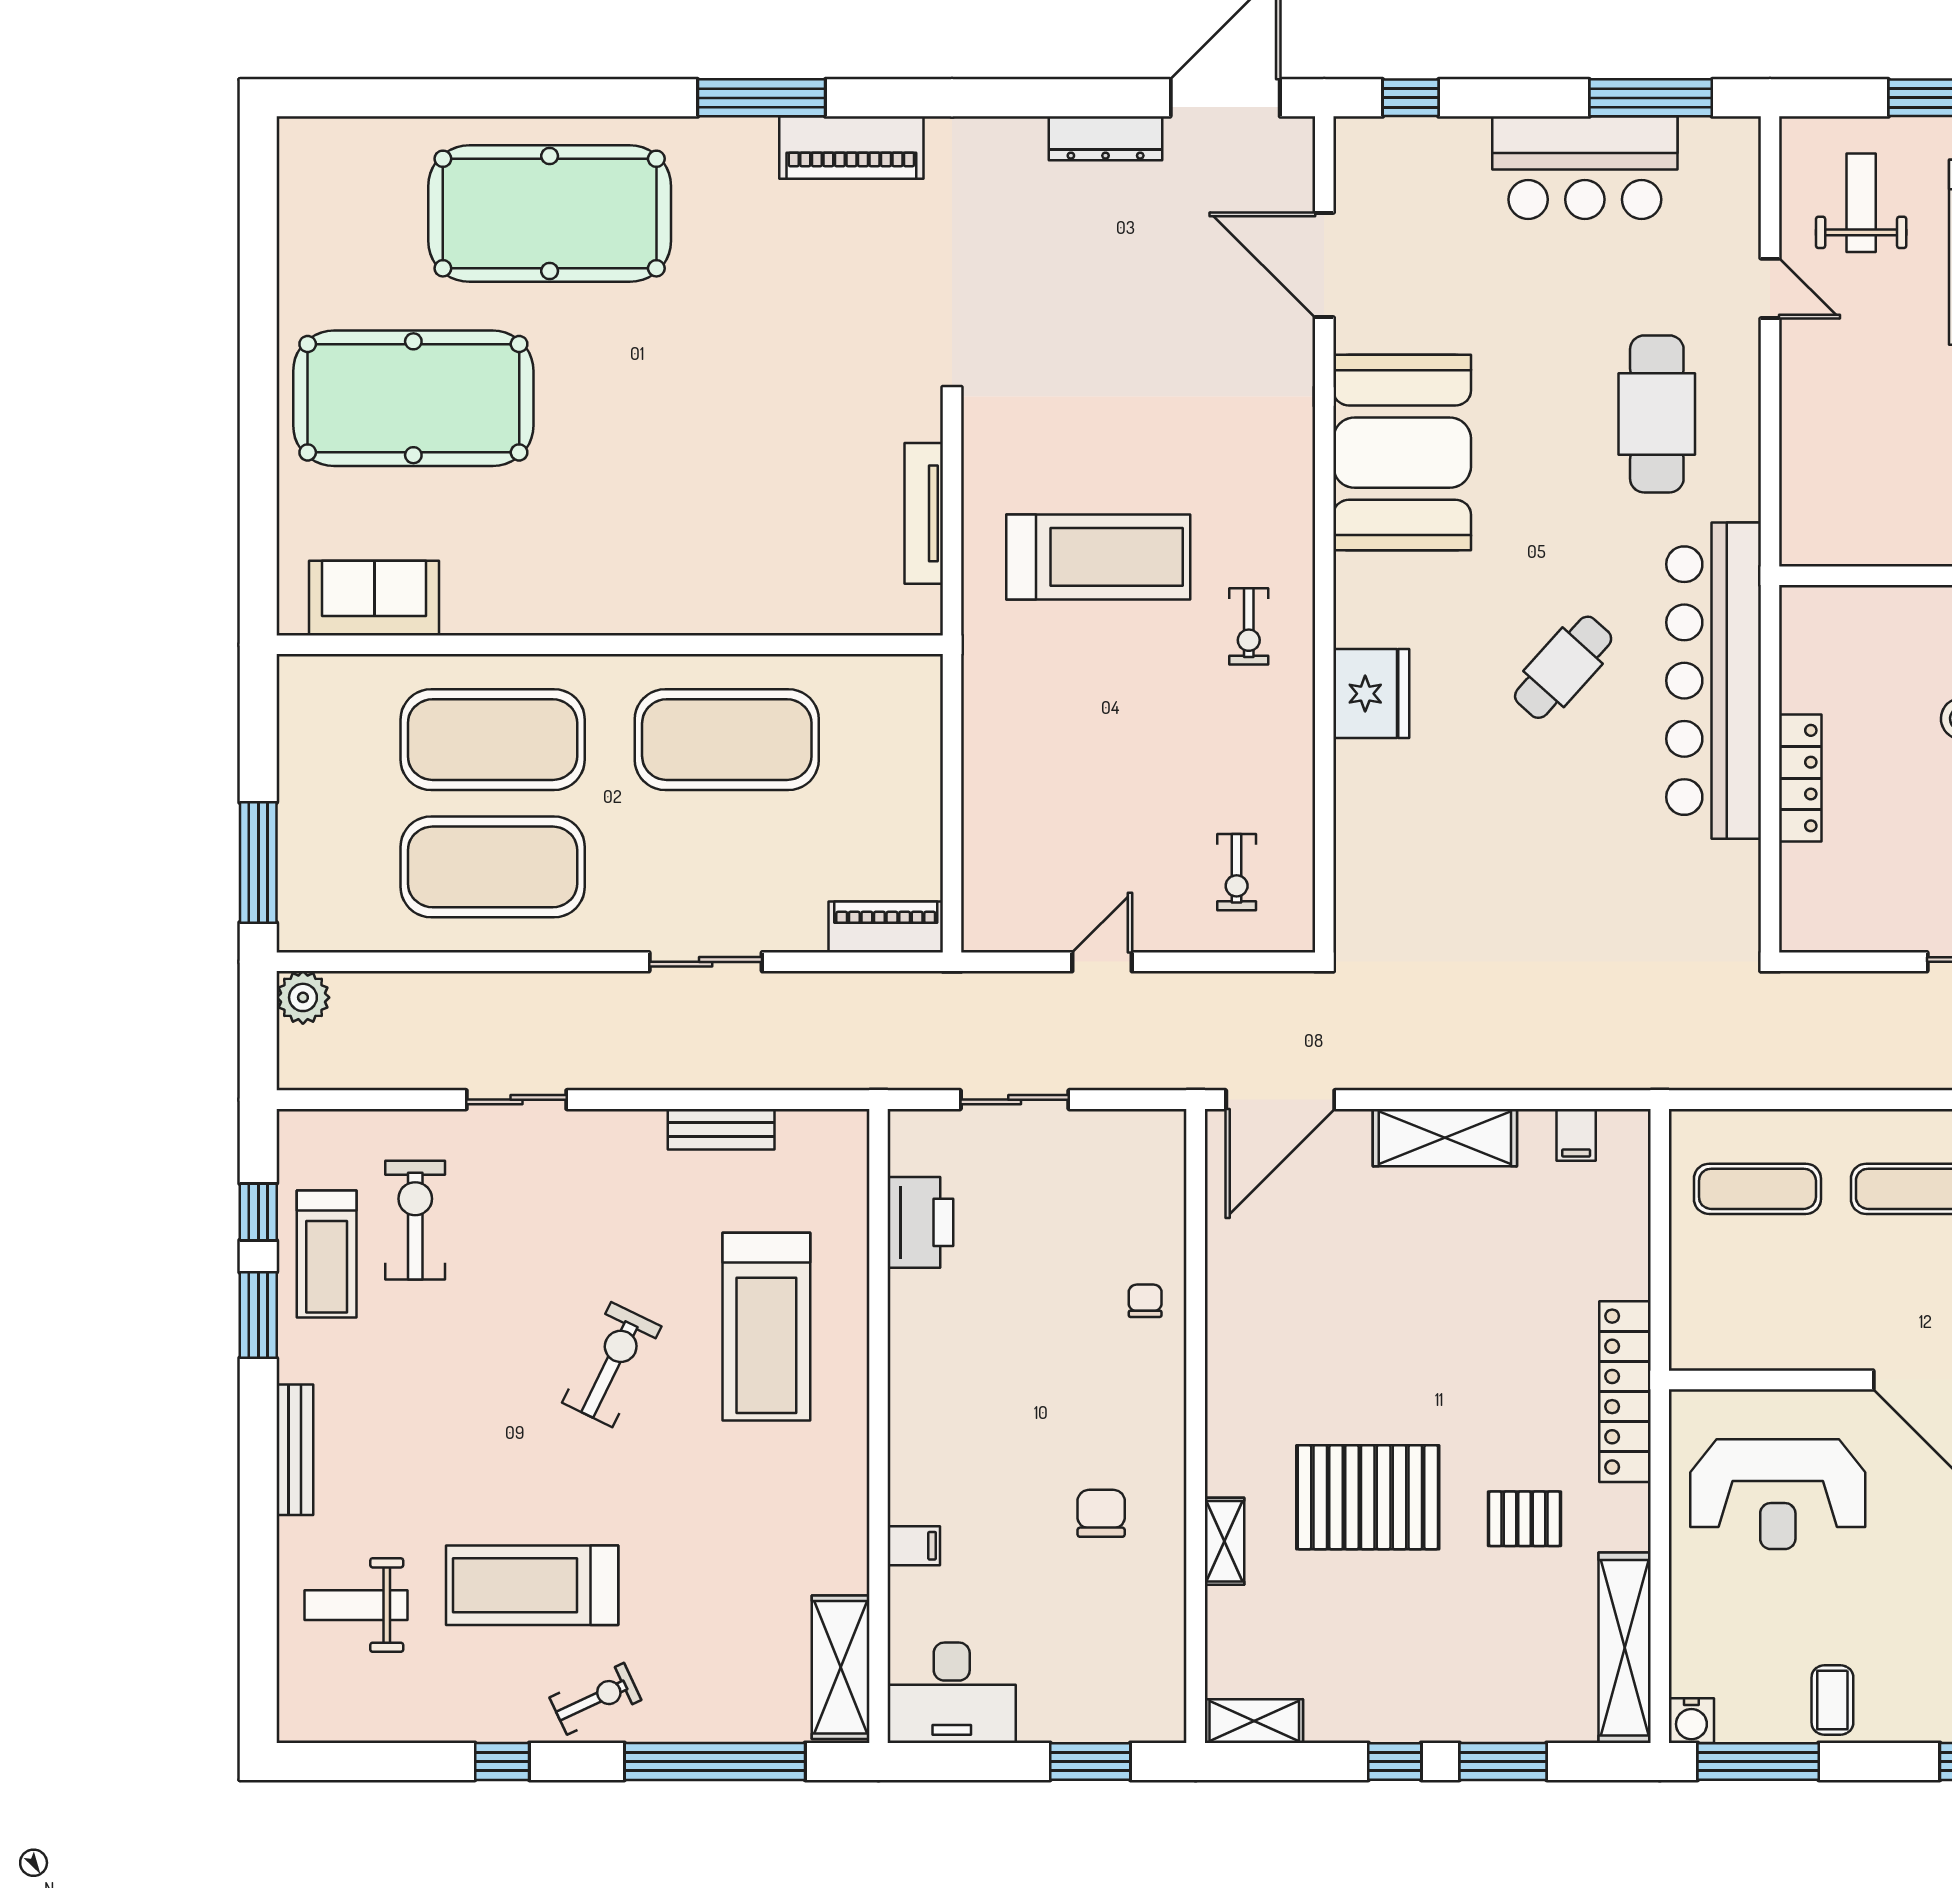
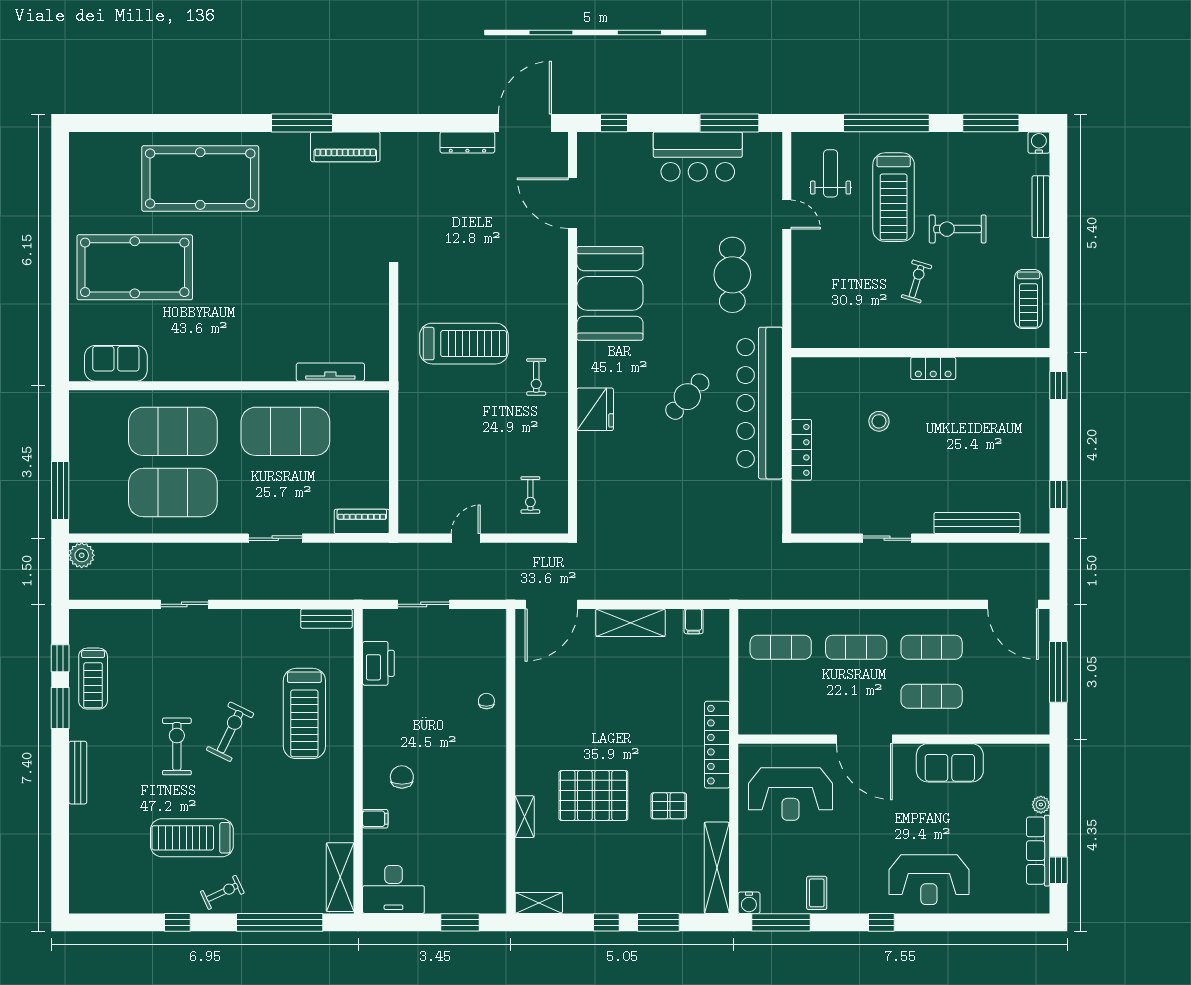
tv unit: (924, 513) -> (330, 372), moved, turned 90
bench: (721, 1129) -> (326, 619), moved
exercise bike: (415, 1220) -> (177, 746), moved
chair: (1101, 1513) -> (402, 777), moved
weight bench: (356, 1605) -> (107, 847), removed

